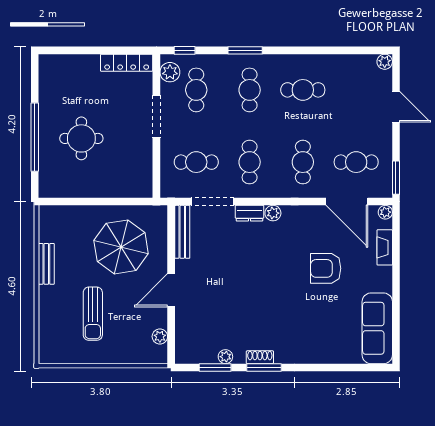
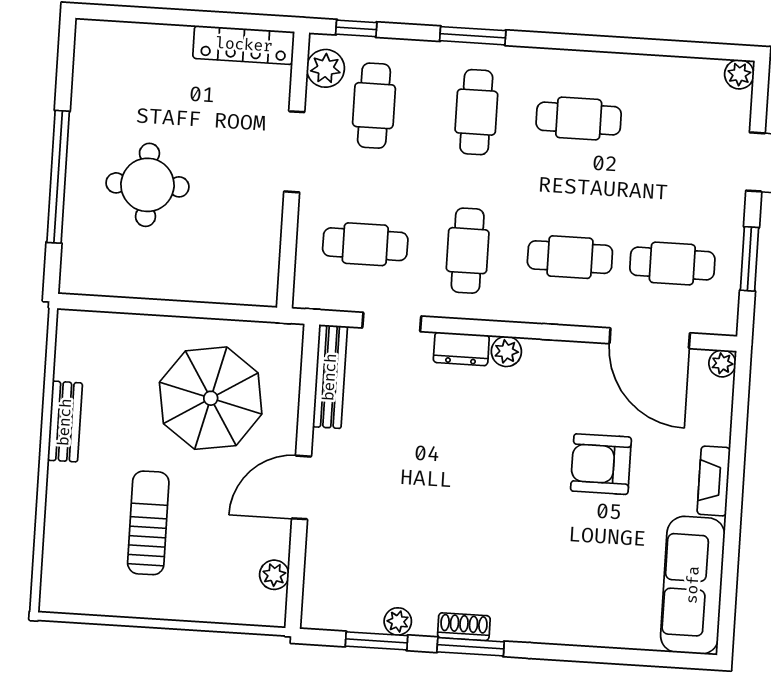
cafe table: (303, 162) -> (570, 257), turned 90
window: (396, 178) -> (749, 259), moved
doorway: (213, 202) -> (392, 322), width x0.73
fireplace: (385, 247) -> (714, 481), moved
sun lounger: (93, 314) -> (148, 523), turned 180

